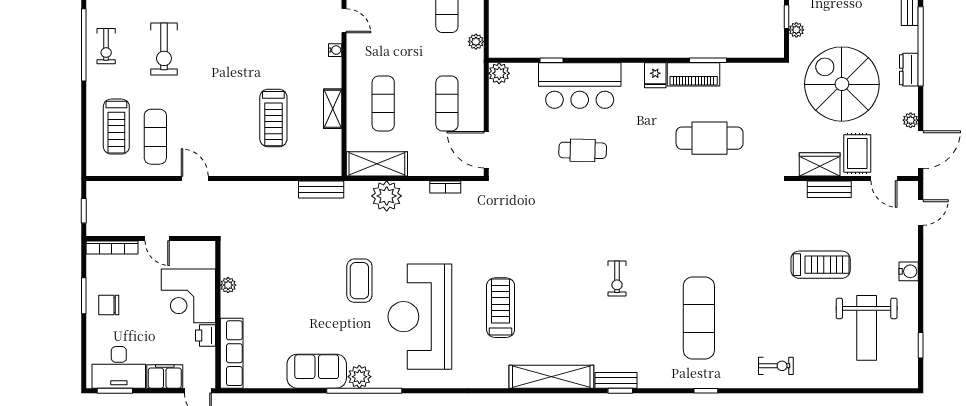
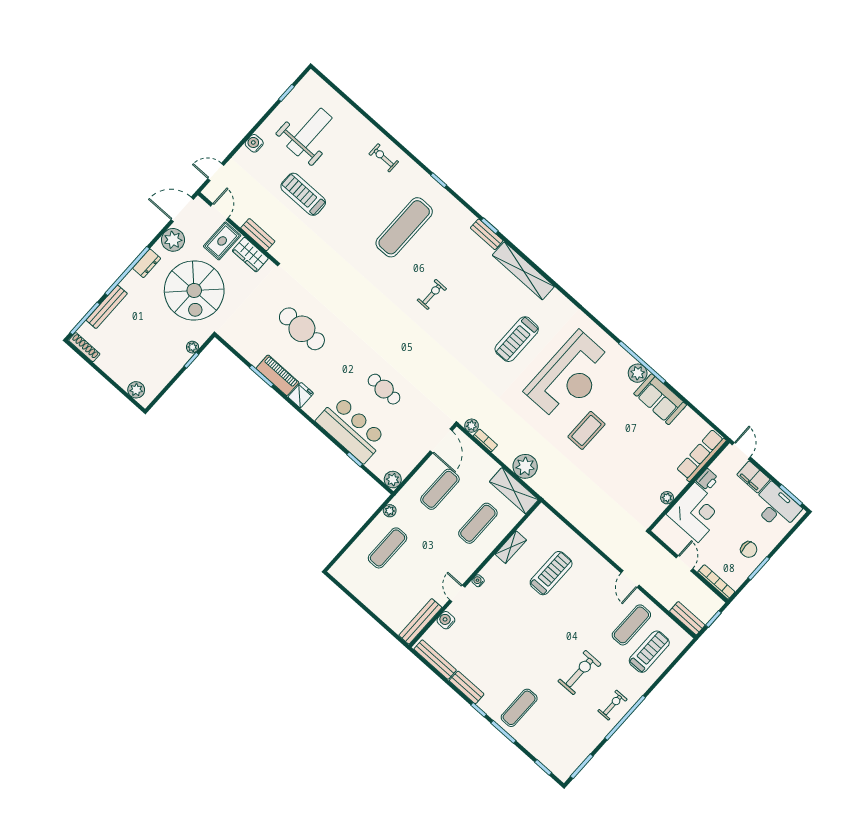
plant: (911, 120) -> (173, 240), width x1.87, depth x1.87
bench: (321, 189) -> (687, 618), moved
plant: (471, 189) -> (472, 426), added

